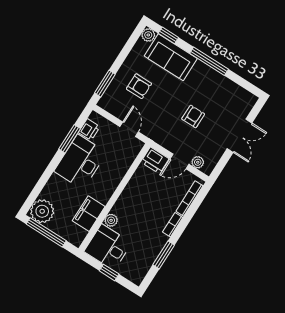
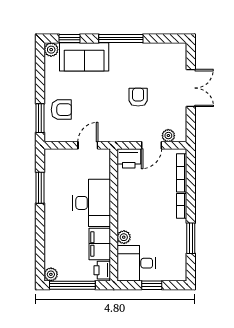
armchair: (139, 86) -> (61, 110), moved
door: (129, 129) -> (88, 145), hinge flipped
printer: (89, 130) -> (102, 270), moved, turned 180
desk: (80, 162) -> (92, 203), moved, turned 180
plant: (42, 211) -> (51, 274), width x0.53, depth x0.53

